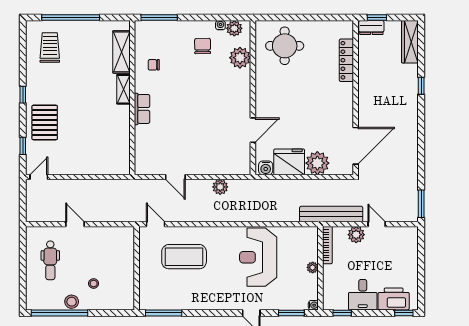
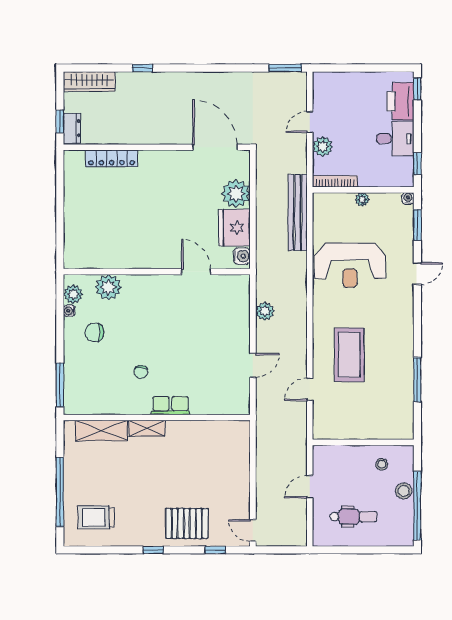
round table: (285, 46) -> (94, 233), removed
chair: (154, 65) -> (141, 372), moved
bench: (331, 214) -> (298, 213), moved
wall: (137, 268) -> (363, 442), moved

